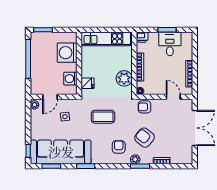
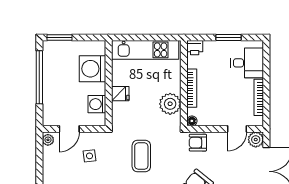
desk: (170, 44) -> (247, 63), moved, turned 90
fridge: (88, 83) -> (120, 94), moved
door: (173, 97) -> (237, 129), swing flipped
plant: (187, 105) -> (256, 140), added
coffee table: (103, 117) -> (141, 156), turned 90

